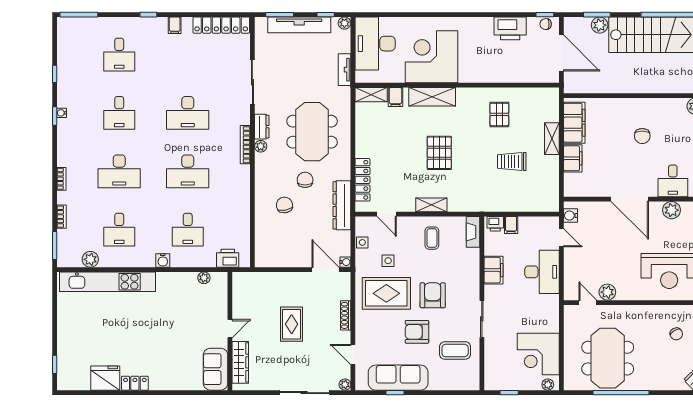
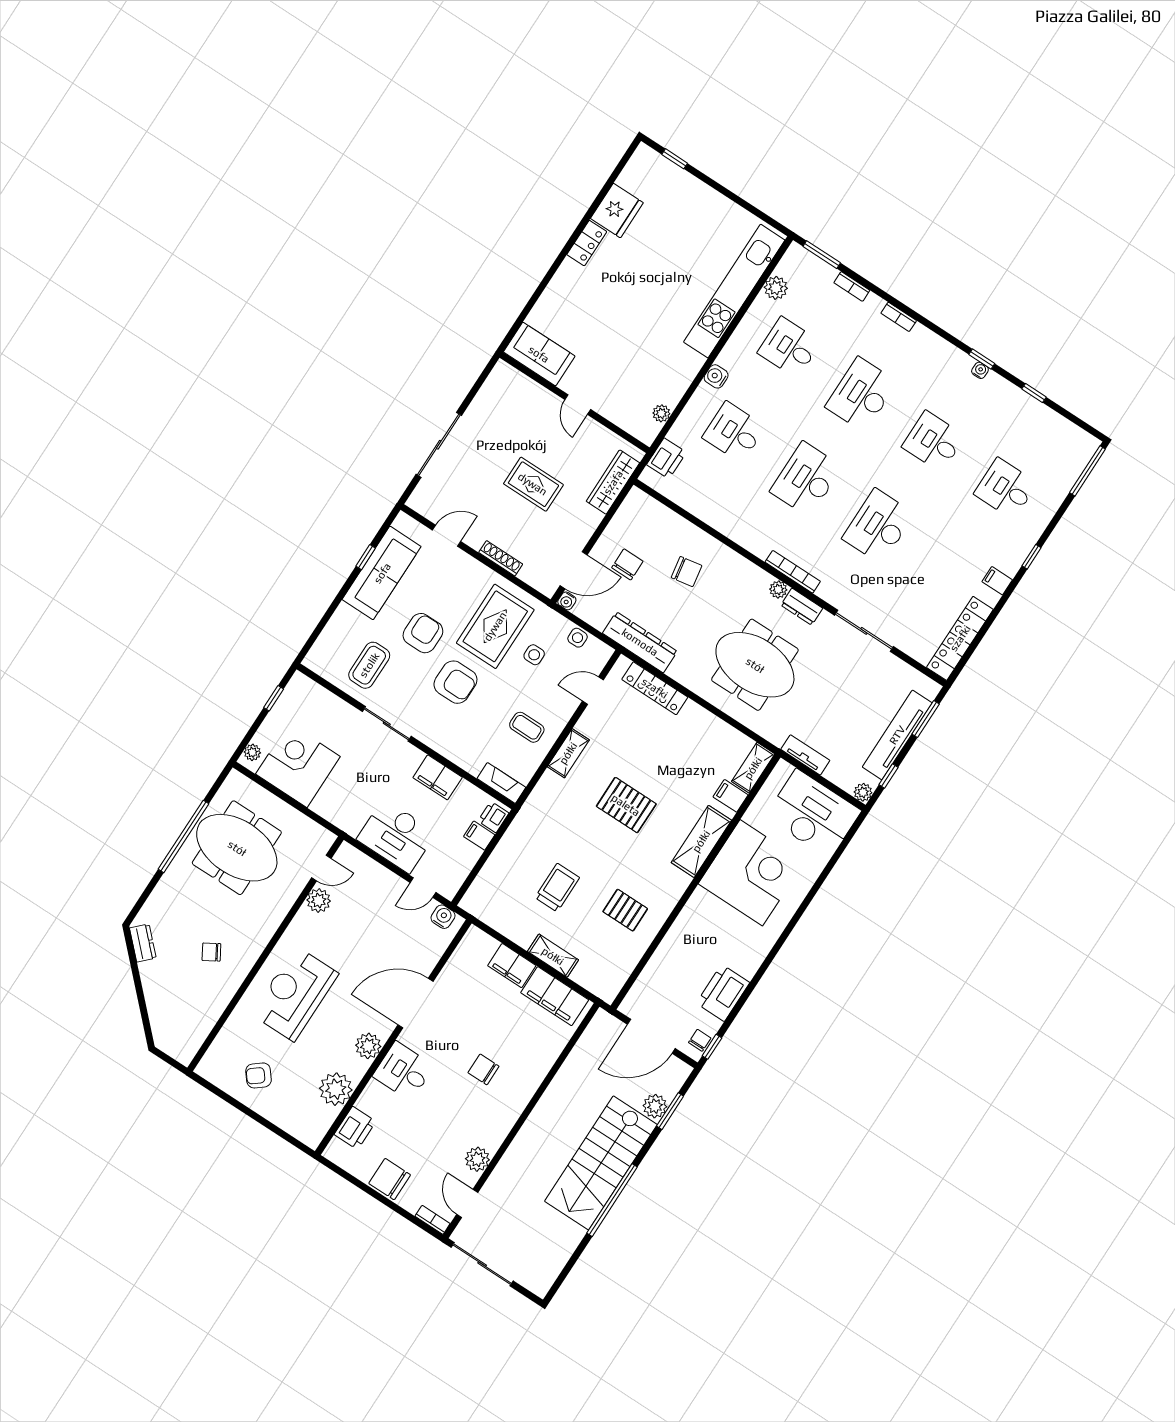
chair: (305, 180) -> (627, 564), moved, turned -90
wardrobe: (240, 362) -> (613, 482), moved, turned 90
plant: (345, 385) -> (416, 502), removed

